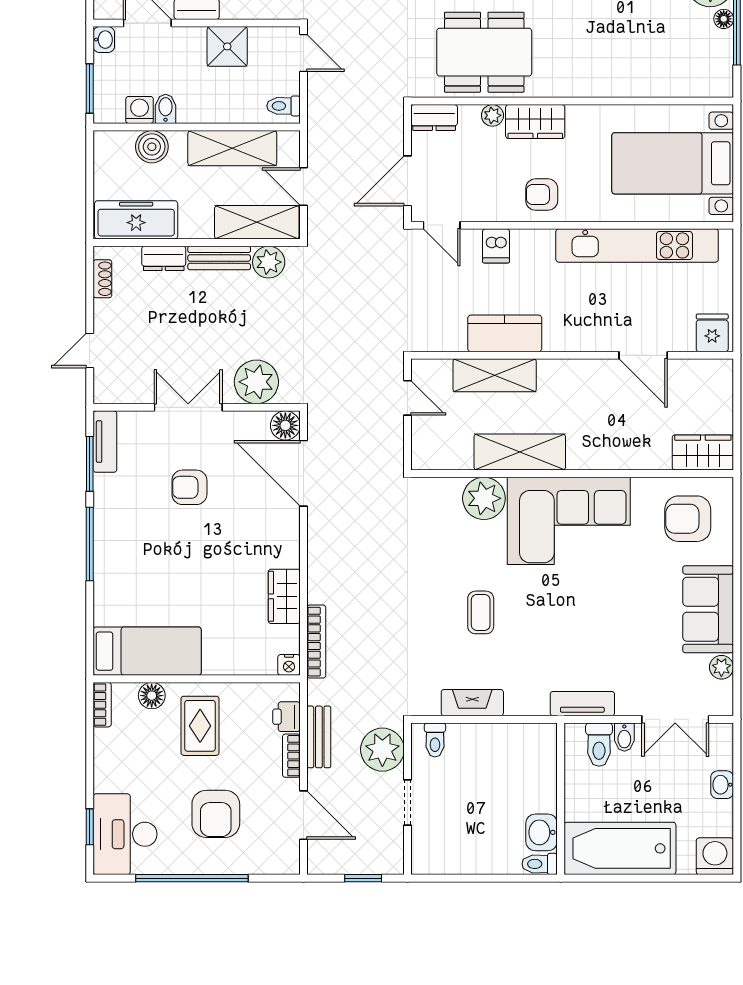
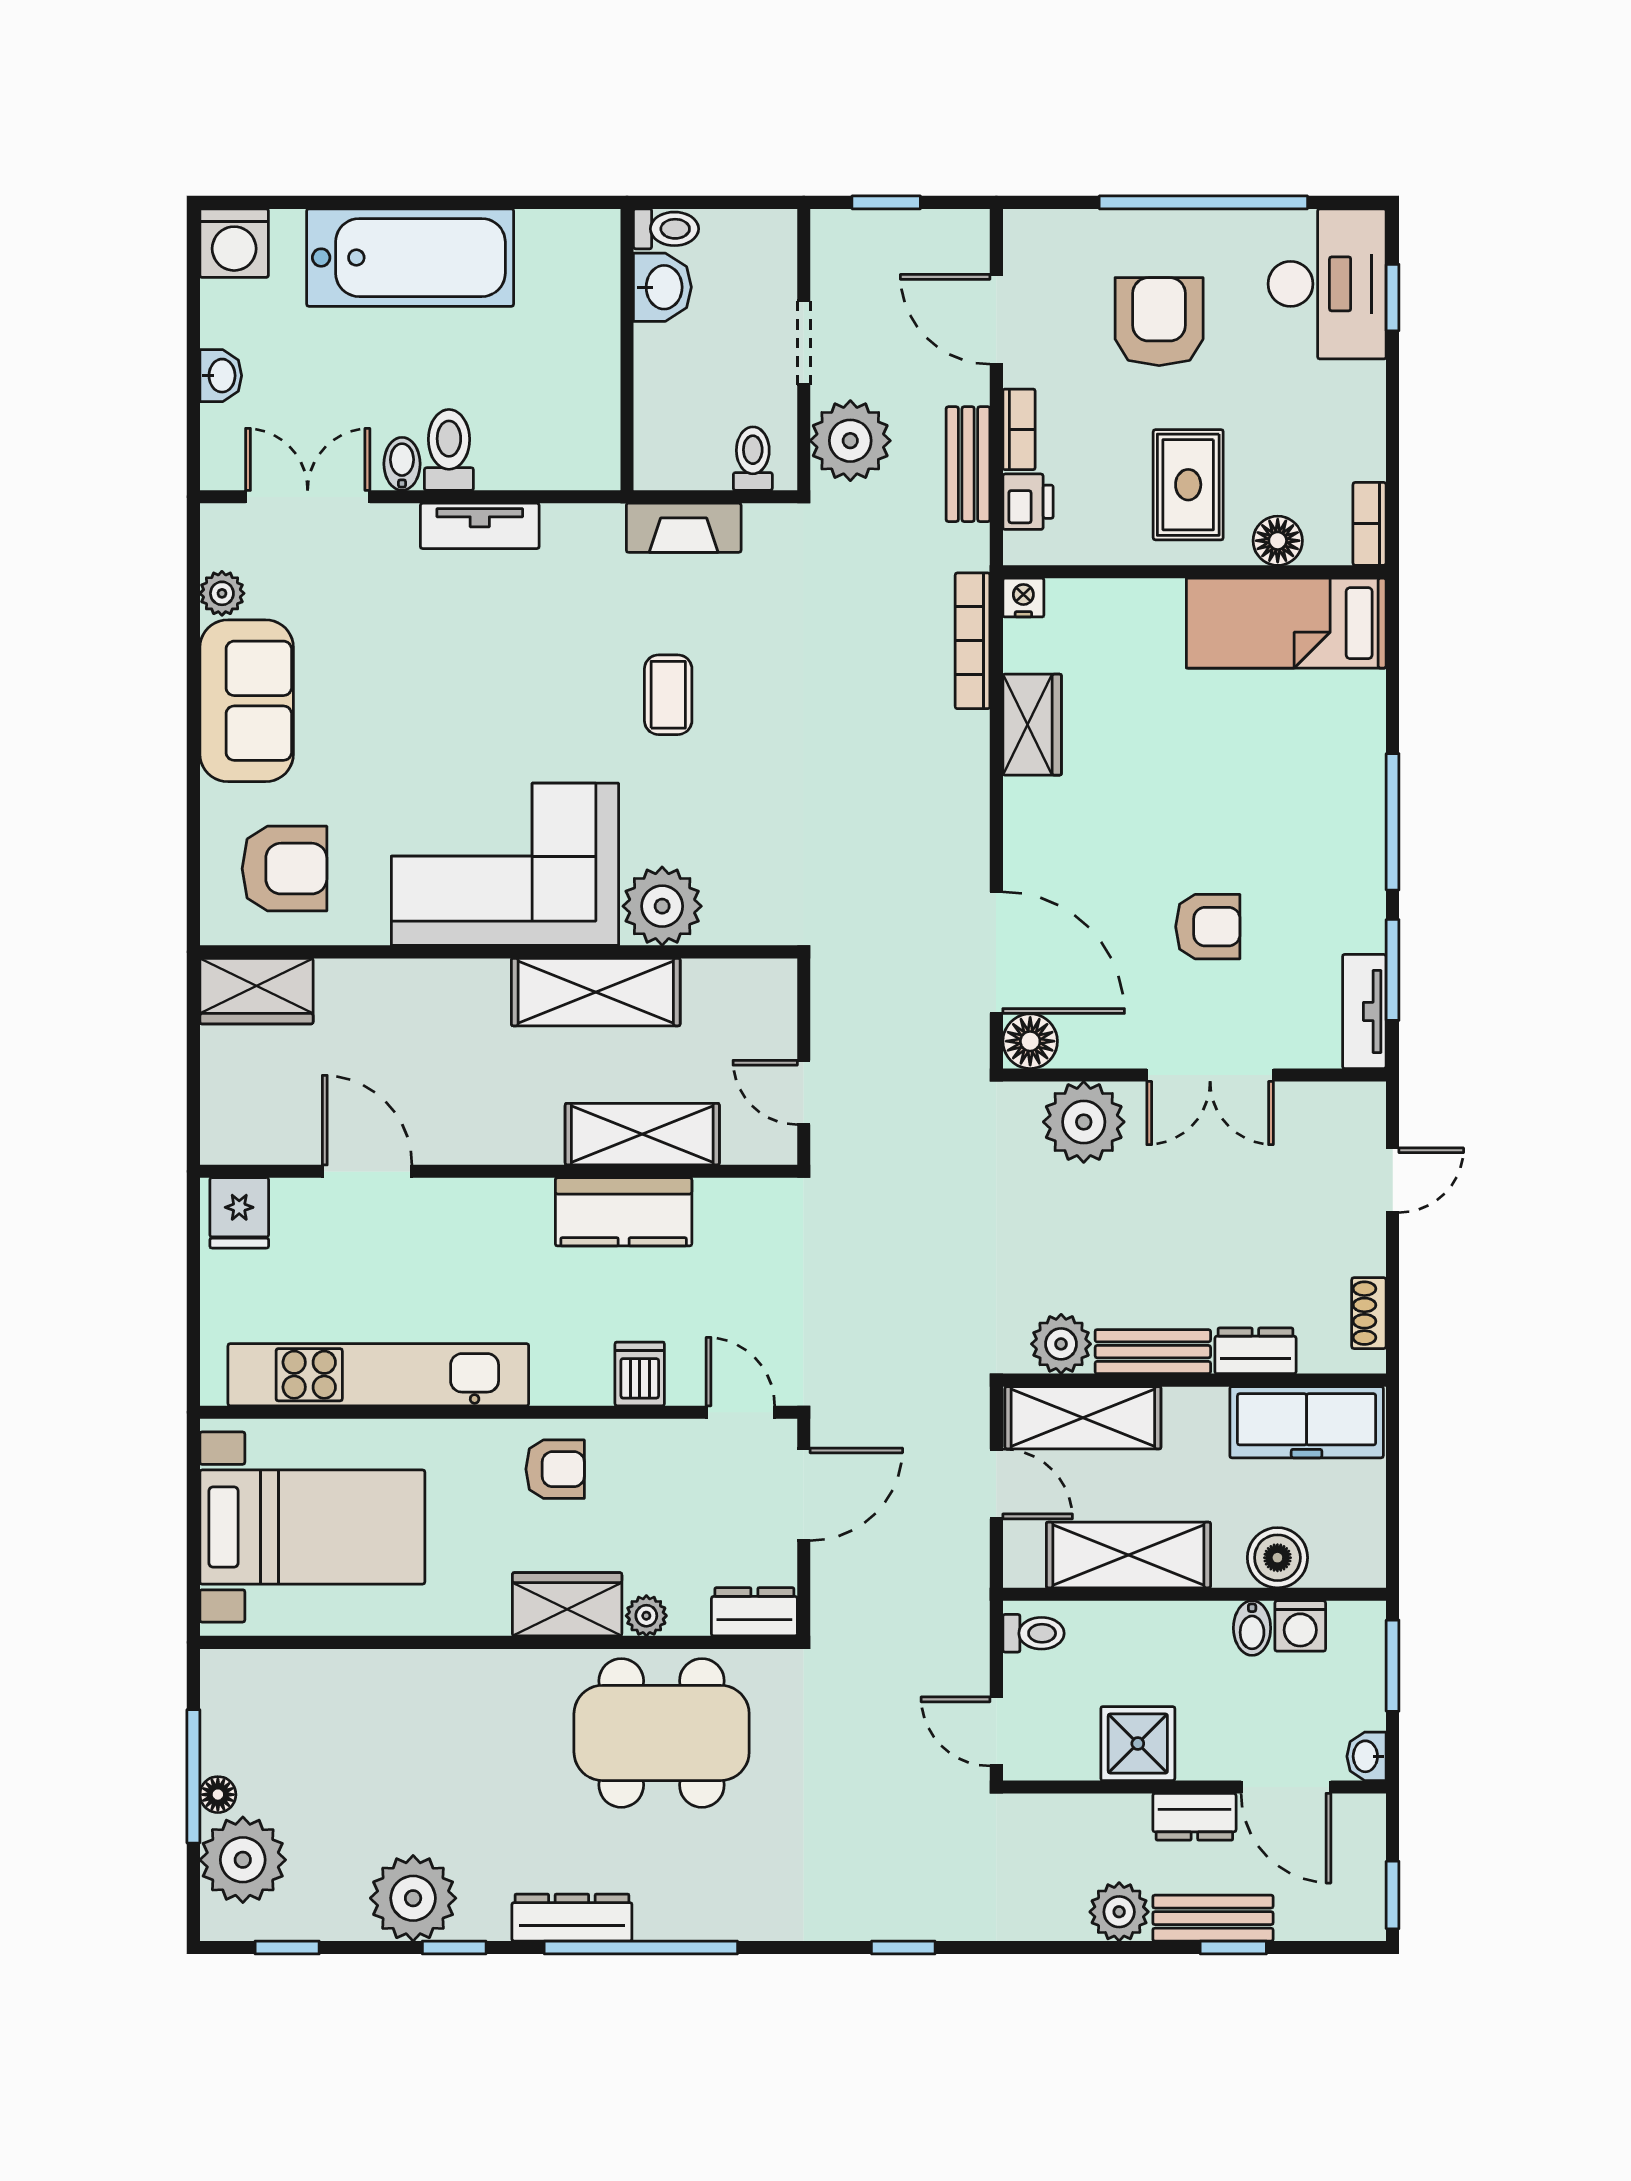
wall: (561, 799) -> (627, 350), moved
washbasin: (542, 832) -> (662, 287), moved
toilet: (540, 864) -> (666, 229), moved

